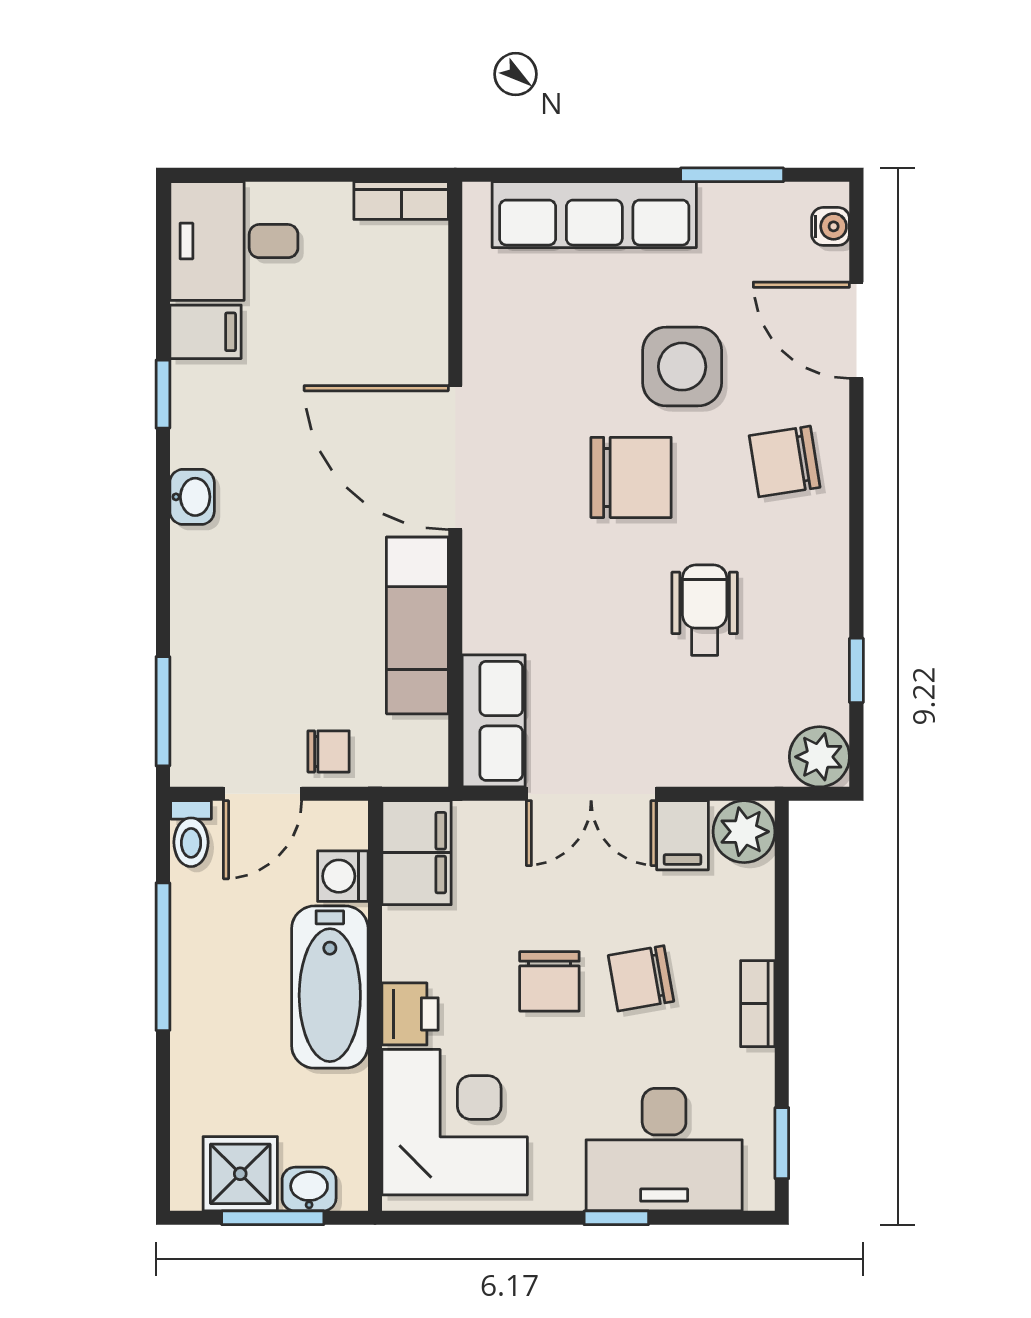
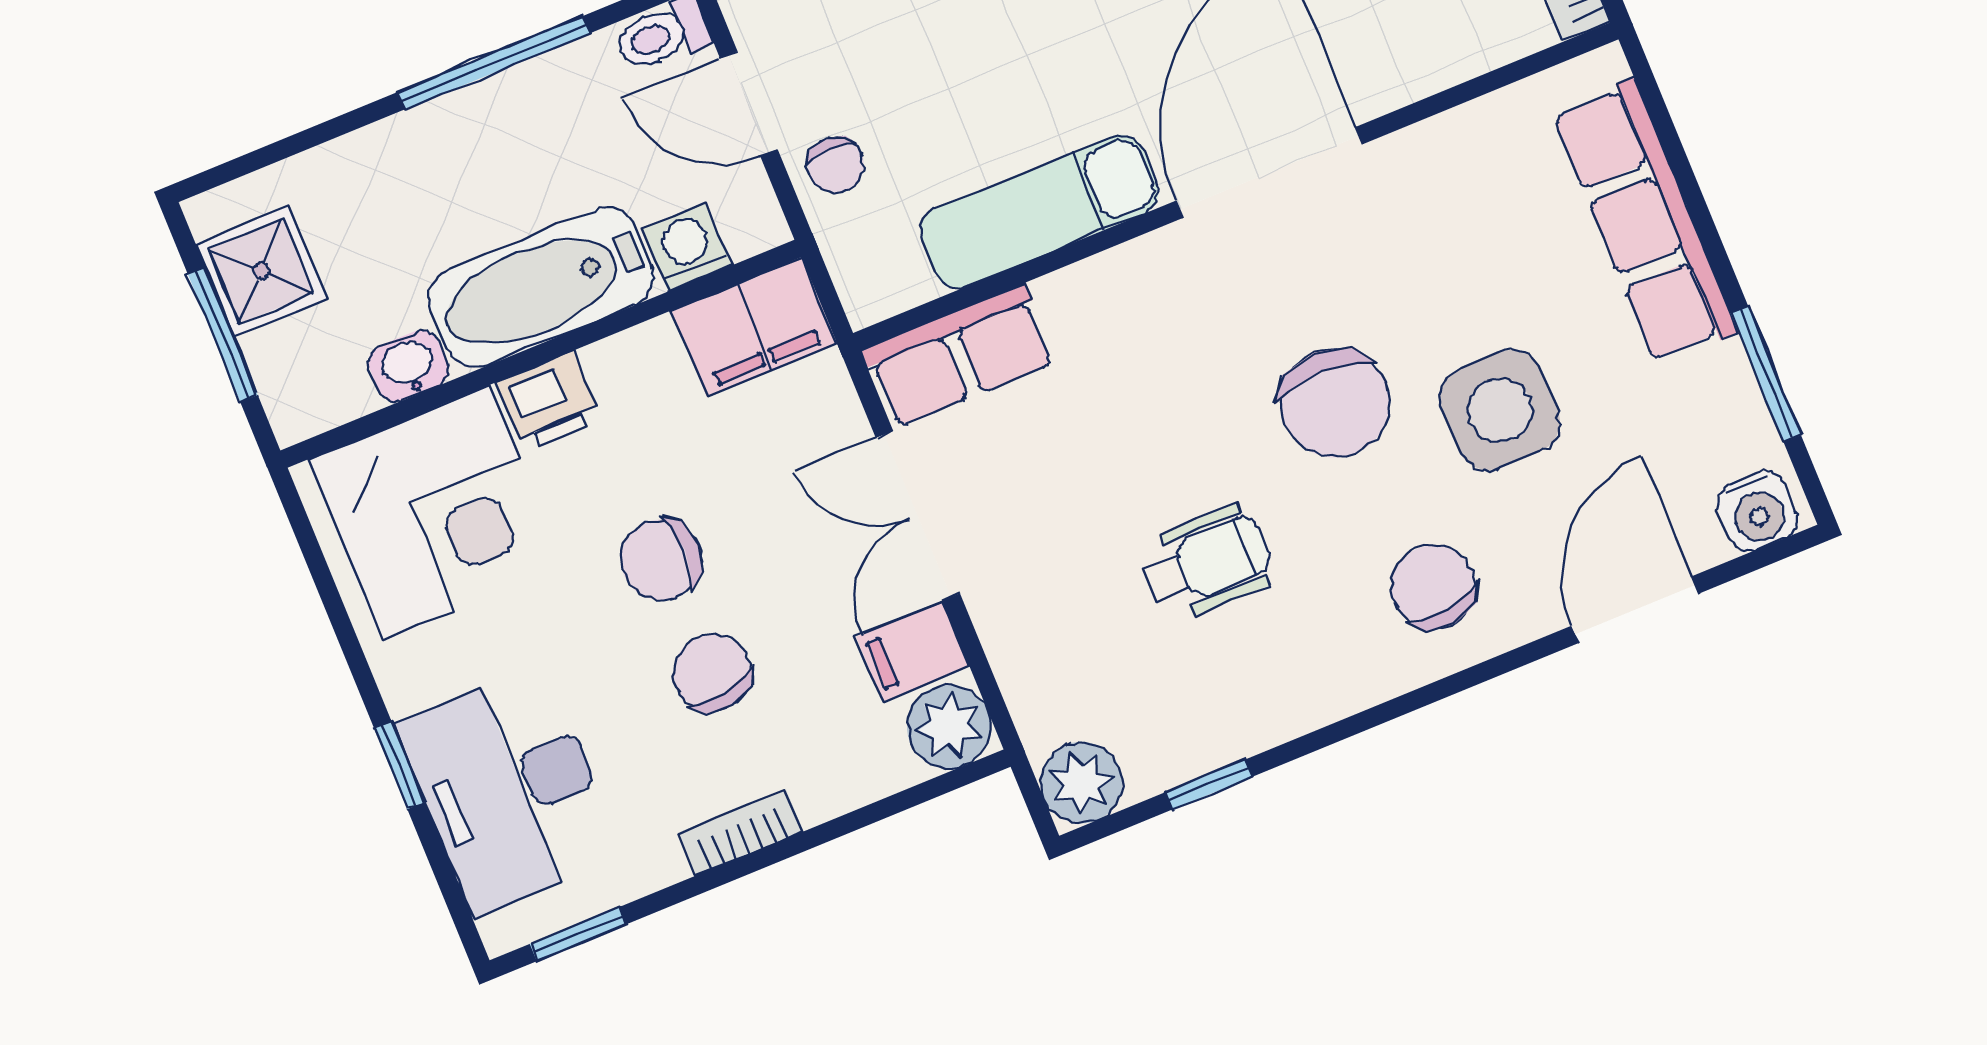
water cooler: (831, 226) -> (1757, 511), width x1.38, depth x1.38
washbasin: (309, 1189) -> (408, 366), moved, turned -90

